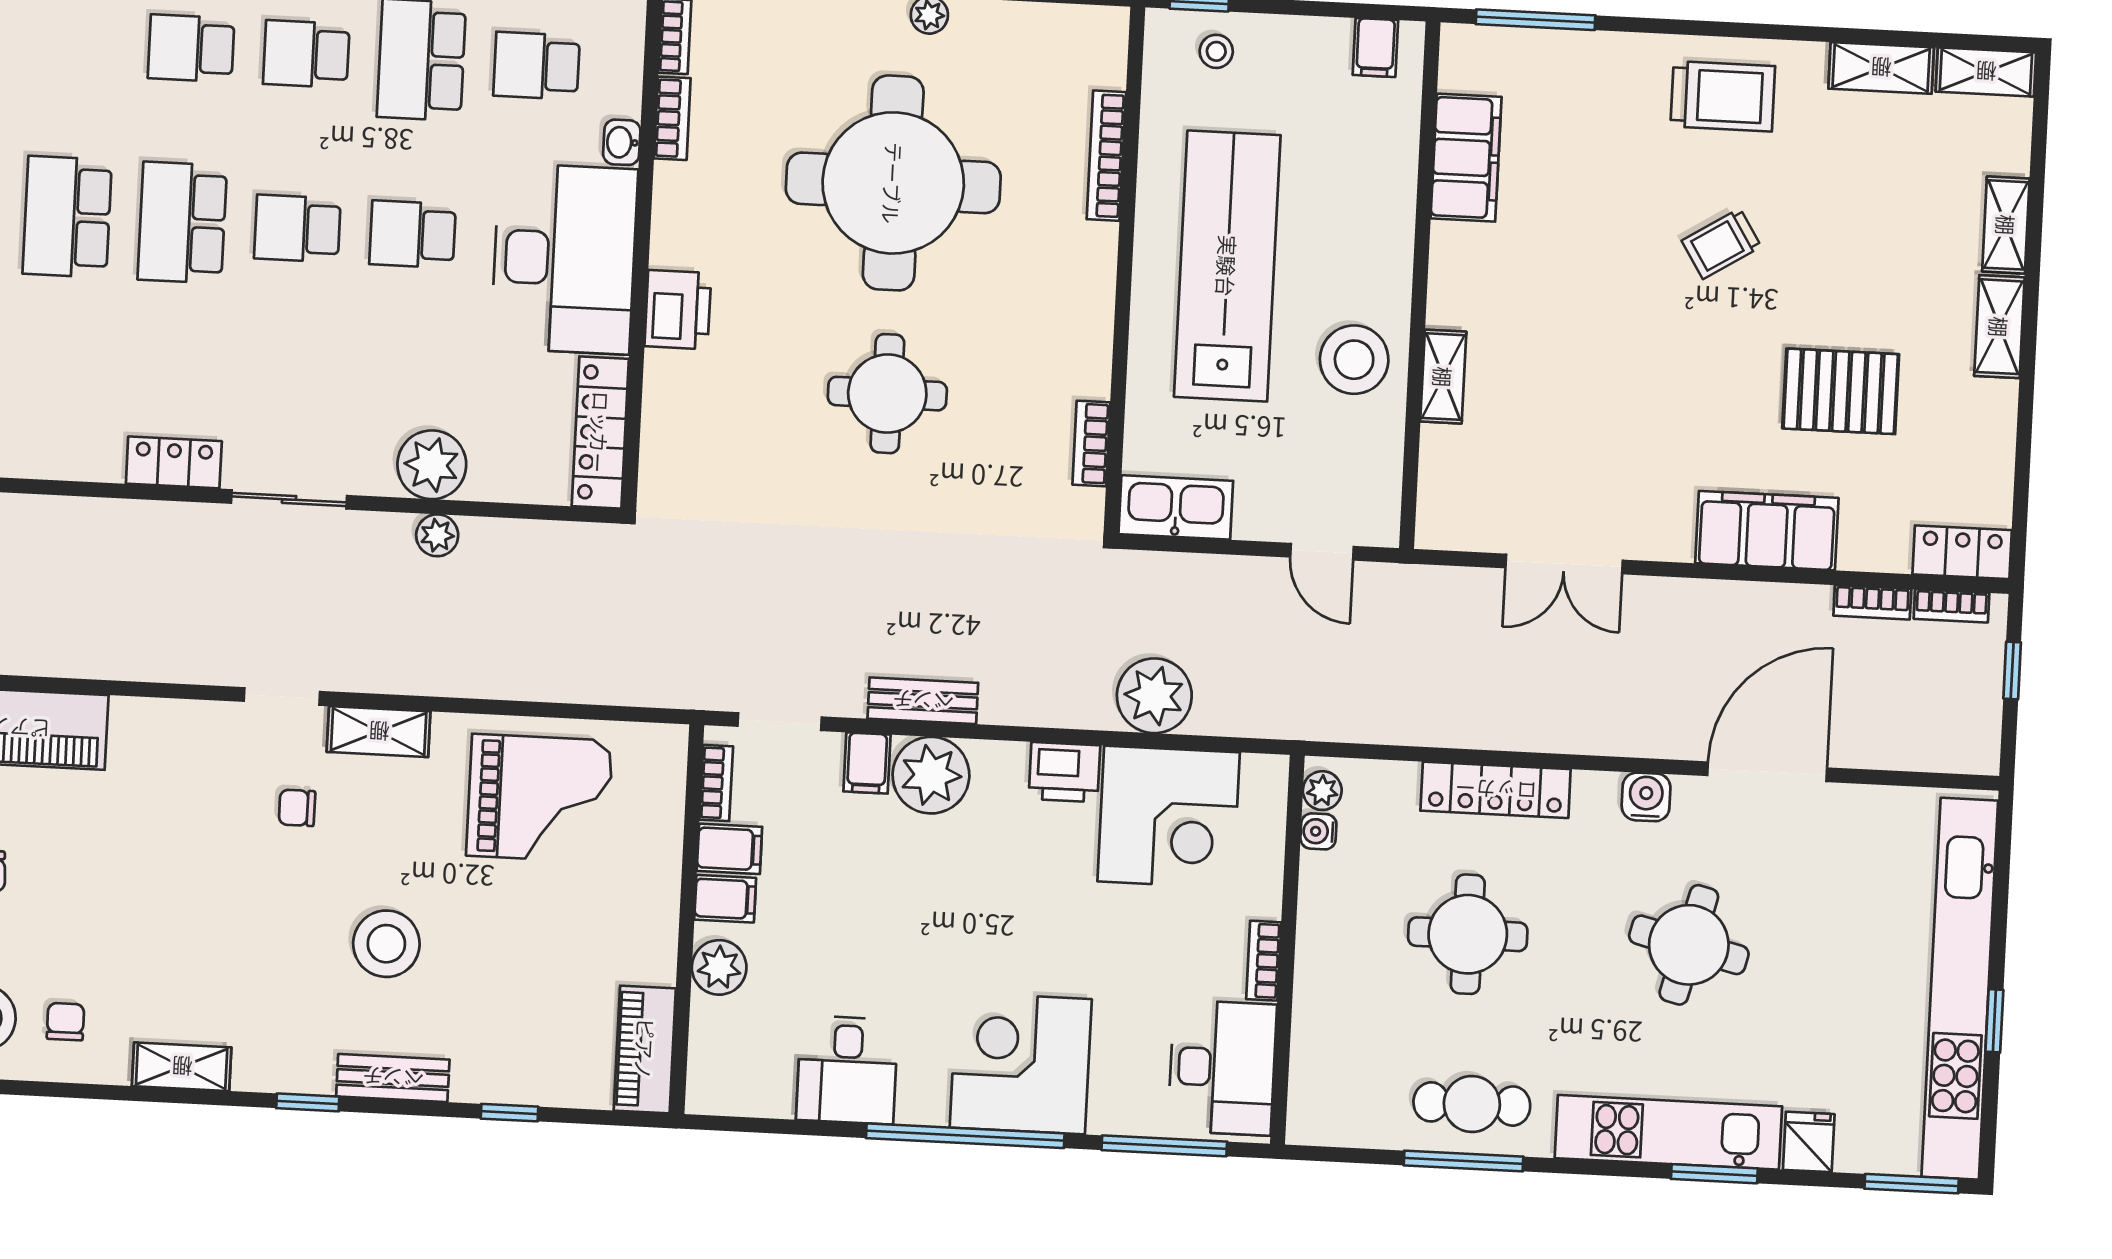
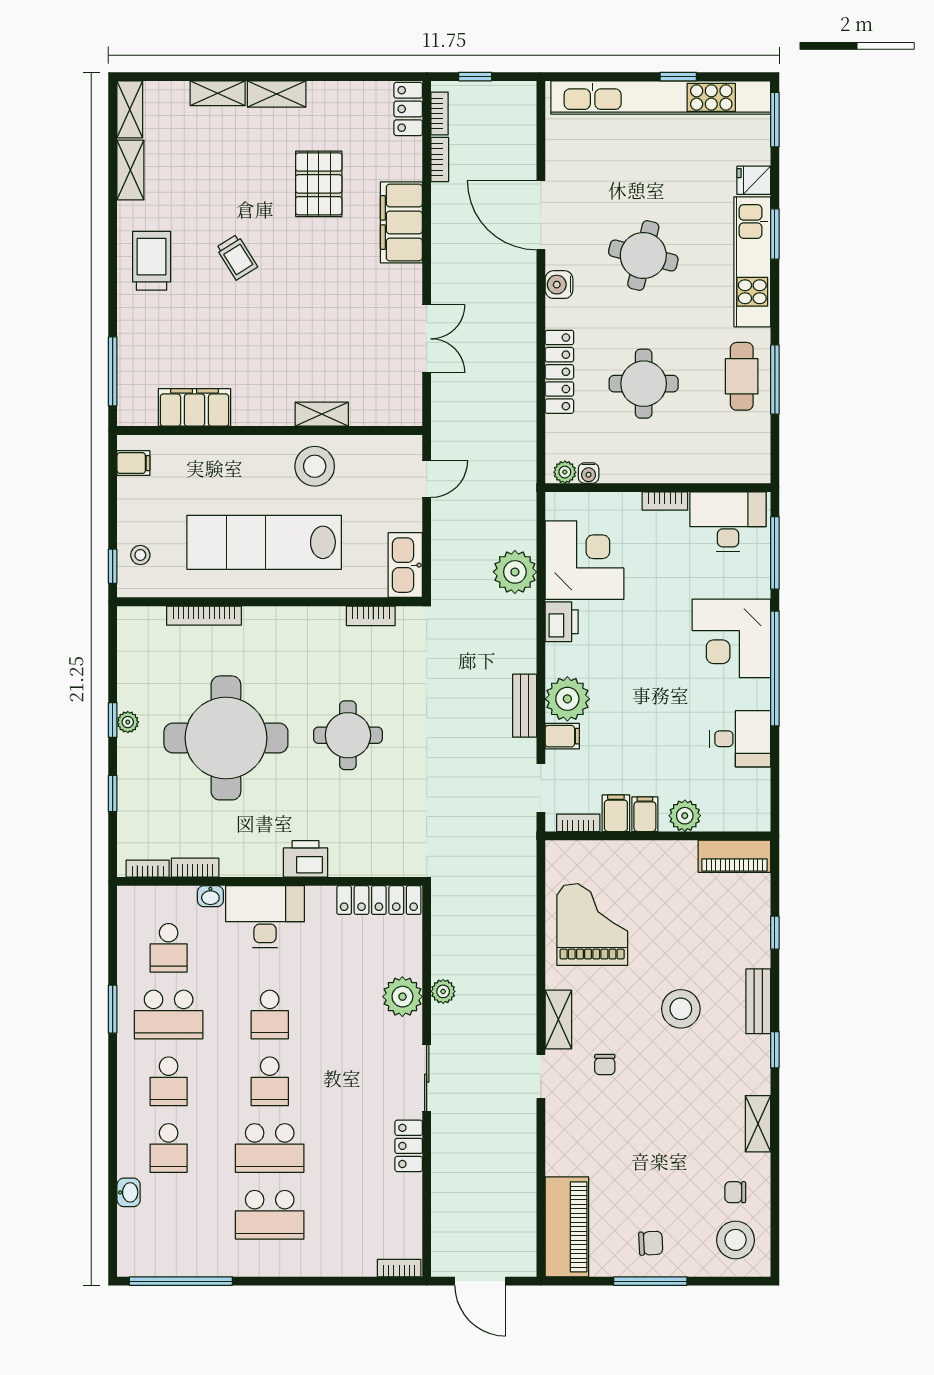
desk: (564, 259) -> (265, 917), width x0.73, depth x0.77

